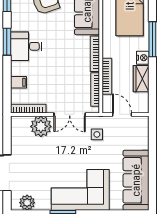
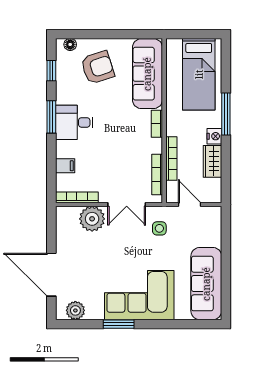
bookcase: (95, 54) -> (157, 124), width x0.64

